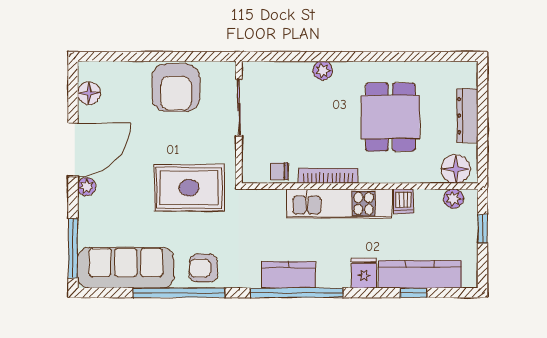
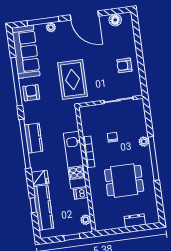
window: (357, 57) -> (154, 158), added
armchair: (176, 88) -> (124, 65), width x0.53, depth x0.53
dresser: (467, 116) -> (135, 220), width x0.70
floor lamp: (456, 169) -> (101, 219), removed
chair: (279, 171) -> (112, 137), moved
plant: (86, 187) -> (51, 27), moved
window: (73, 248) -> (43, 21), moved

